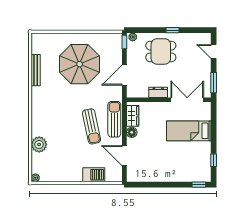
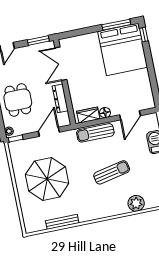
door: (124, 75) -> (49, 132), swing flipped
dresser: (158, 92) -> (60, 98), width x1.44
sun lounger: (92, 126) -> (112, 172), moved
bed: (189, 131) -> (123, 49), moved, width x2.04
window: (214, 160) -> (116, 25), width x2.17

